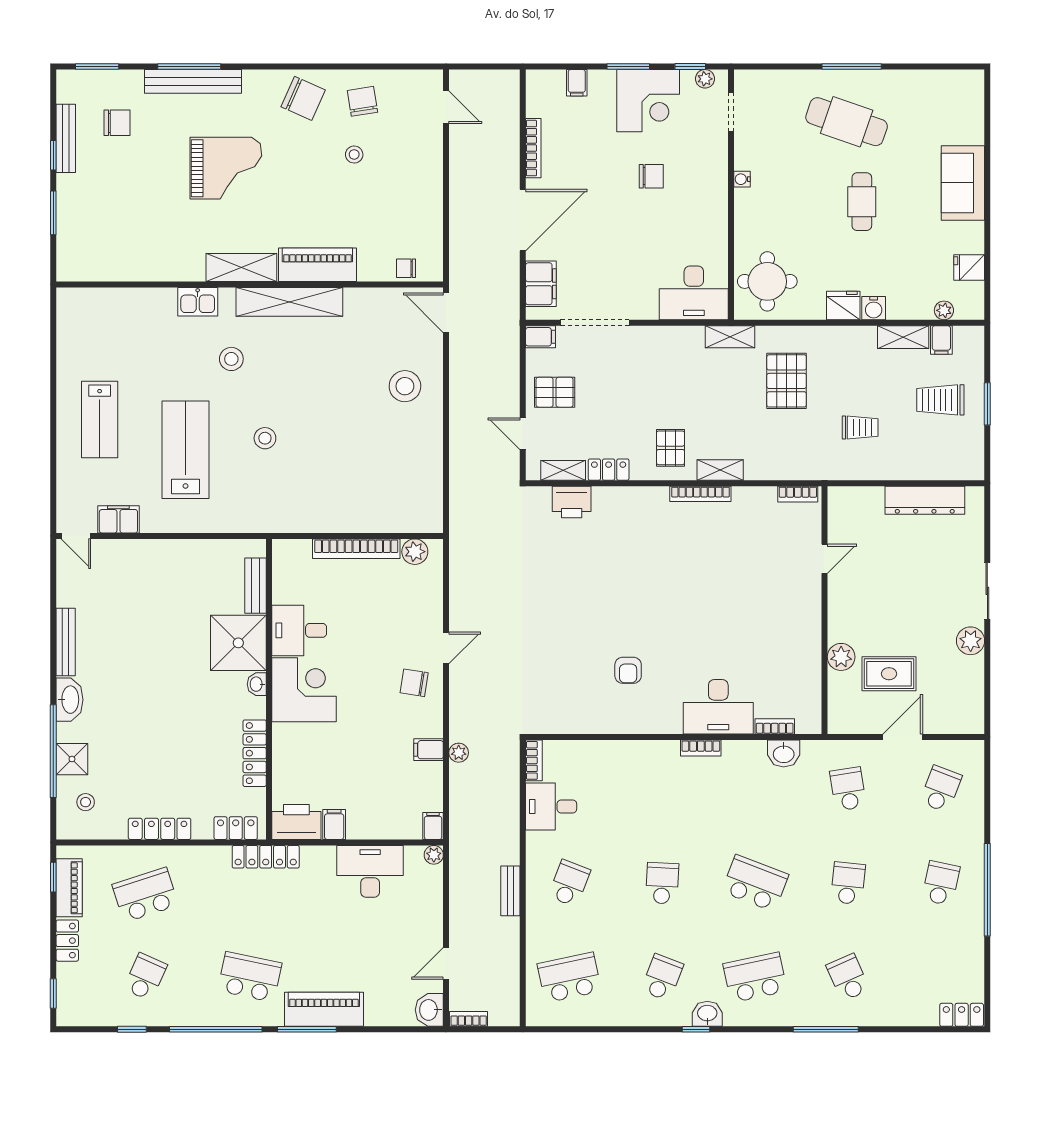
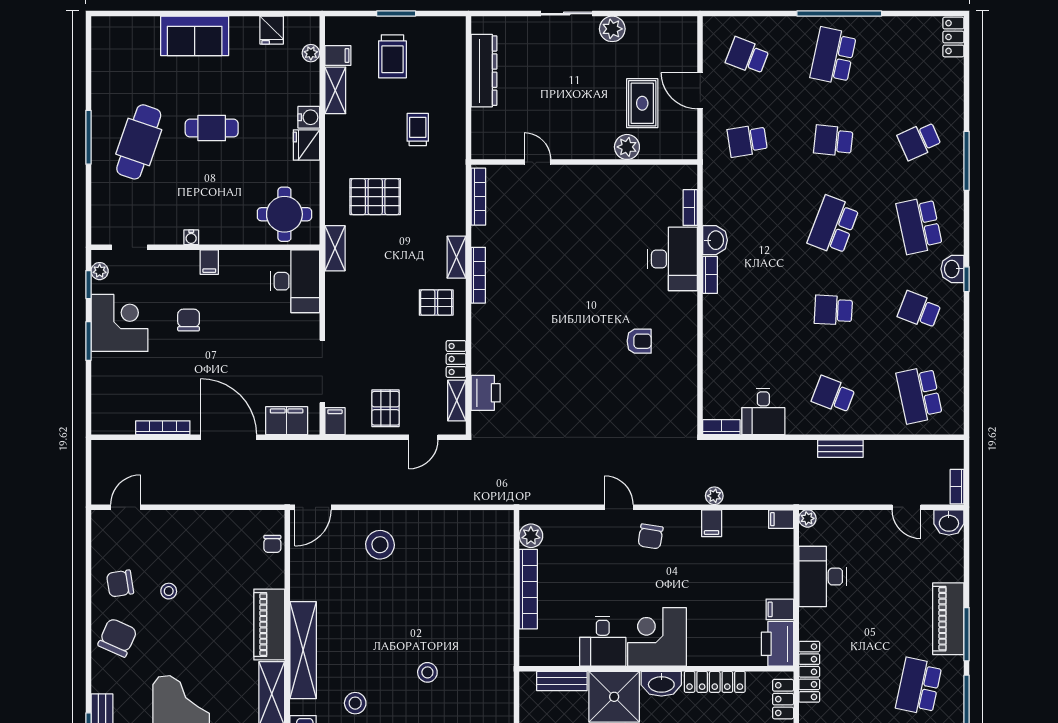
filing cabinet: (577, 83) -> (209, 262), moved, turned 90
bookcase: (798, 494) -> (478, 197), width x1.56
washbasin: (257, 684) -> (661, 684), width x1.91, depth x1.45
washbasin: (784, 753) -> (715, 240), moved
school desk: (941, 883) -> (833, 56), width x1.85

